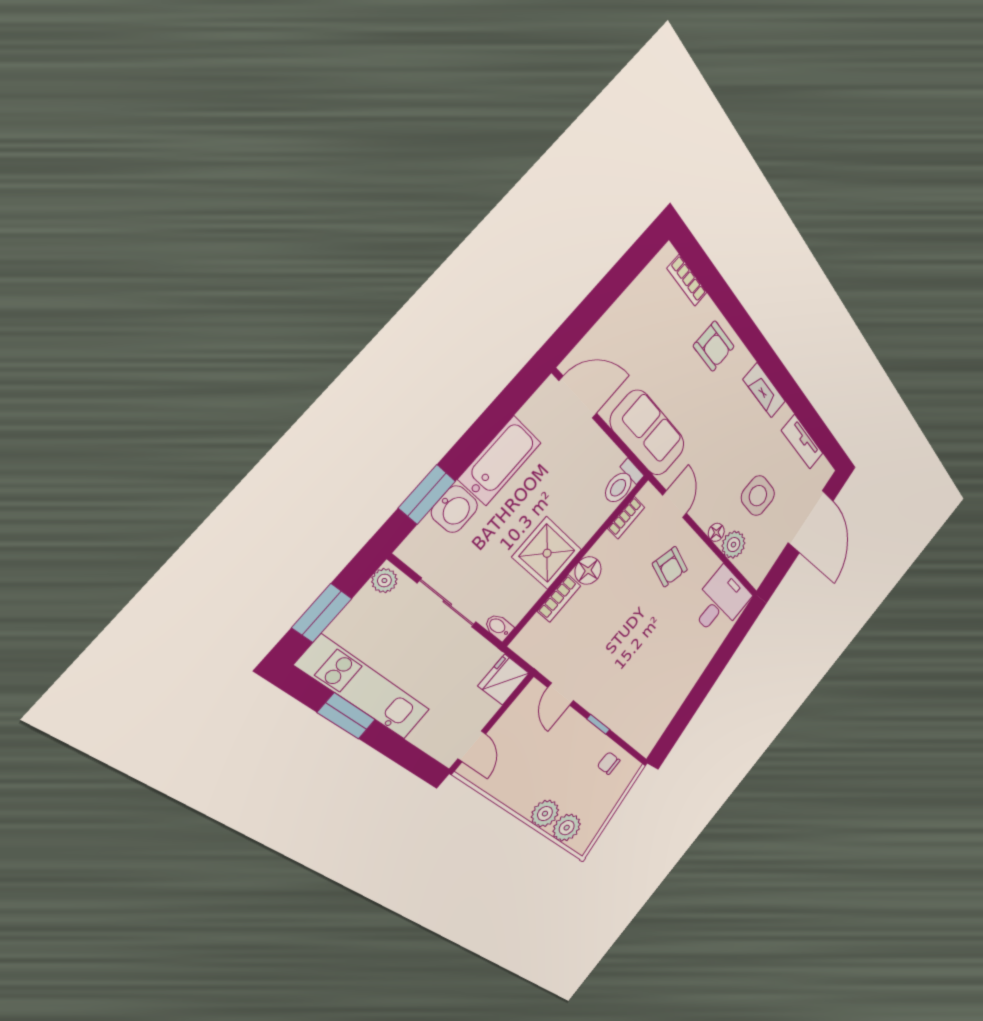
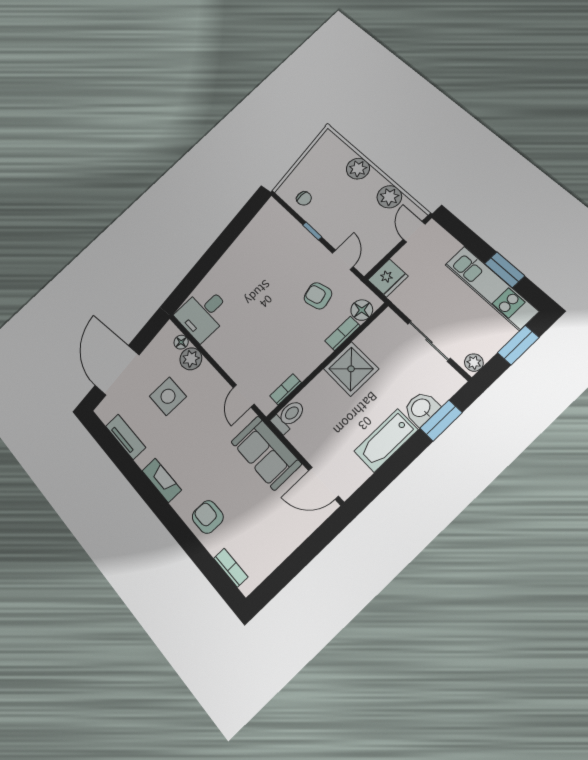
floor lamp: (716, 532) -> (181, 342), moved
armchair: (670, 567) -> (318, 296), moved, turned -30
floor lamp: (588, 571) -> (362, 310), moved
bidet: (499, 627) -> (391, 318), removed
plant: (567, 828) -> (389, 197), moved

